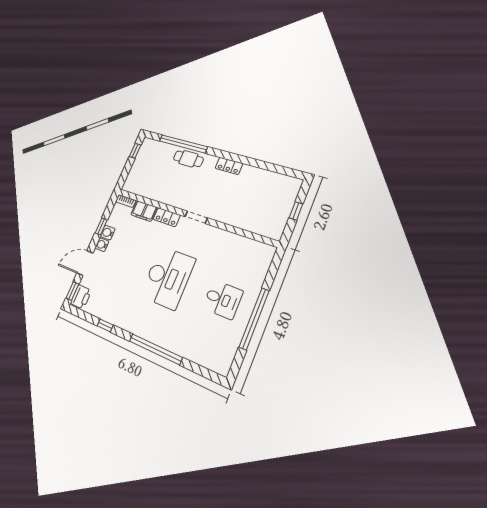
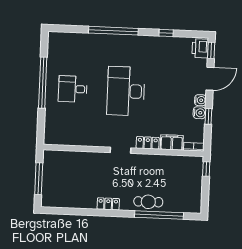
window: (135, 151) -> (206, 169), moved
window: (296, 211) -> (39, 179), width x2.17

